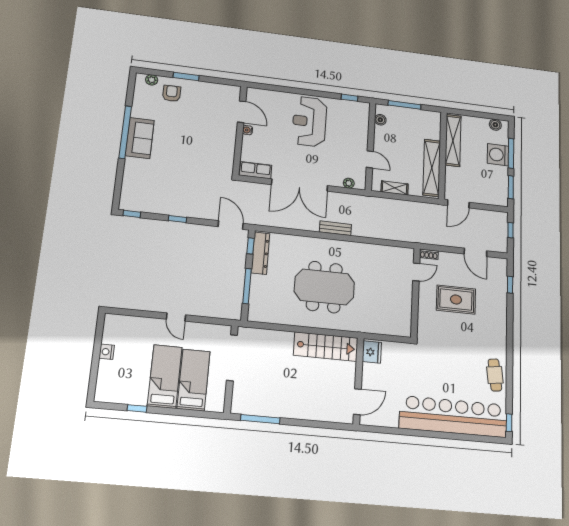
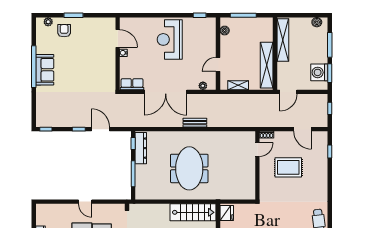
washing machine: (498, 155) -> (319, 72), moved
door: (370, 159) -> (218, 64), swing flipped
door: (231, 225) -> (100, 129), moved
meeting table: (324, 287) -> (189, 168), turned 90

